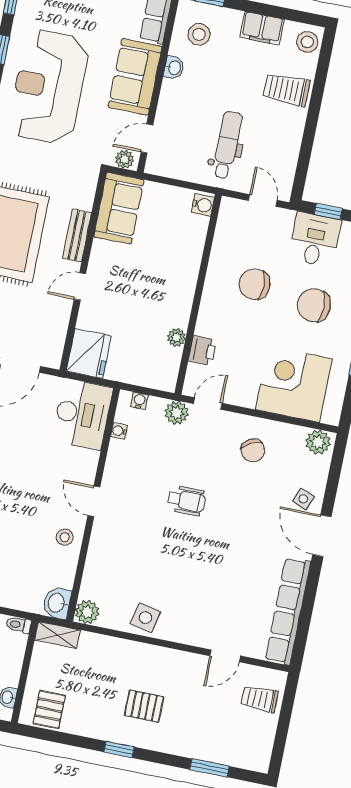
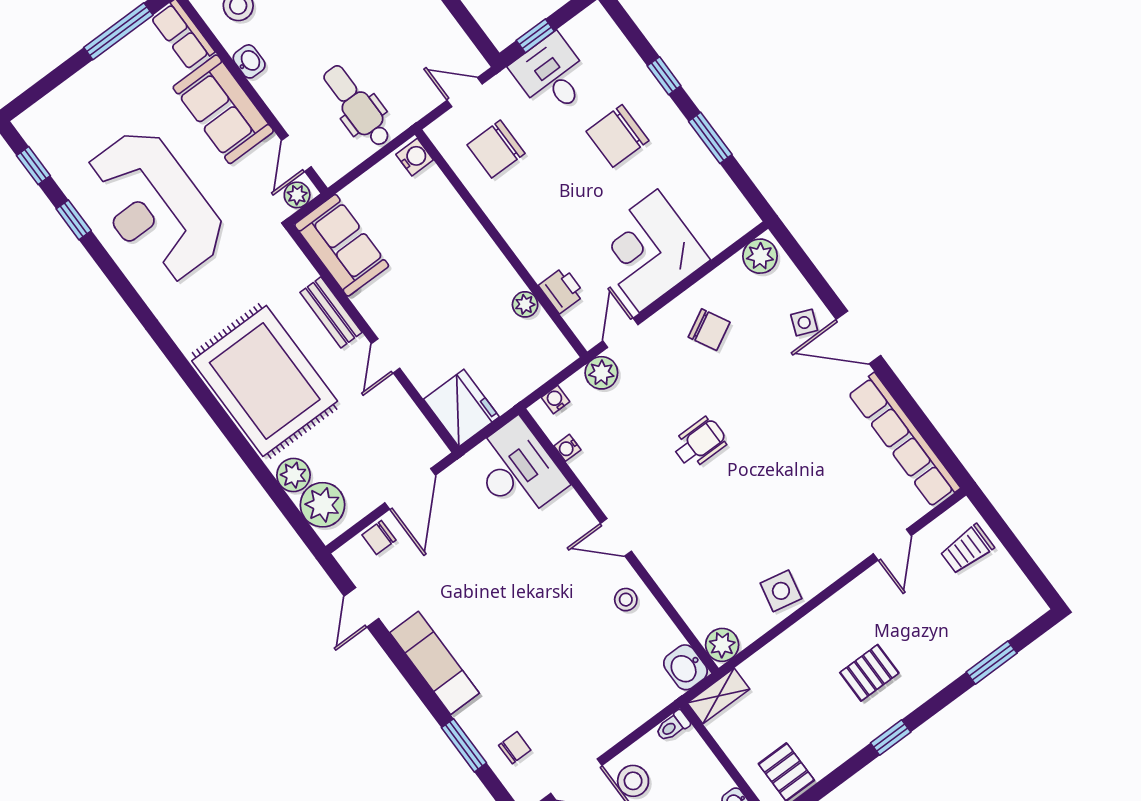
dental chair: (227, 145) -> (357, 106), moved
chair: (255, 284) -> (496, 149), moved
corner desk: (294, 384) -> (649, 251), moved

